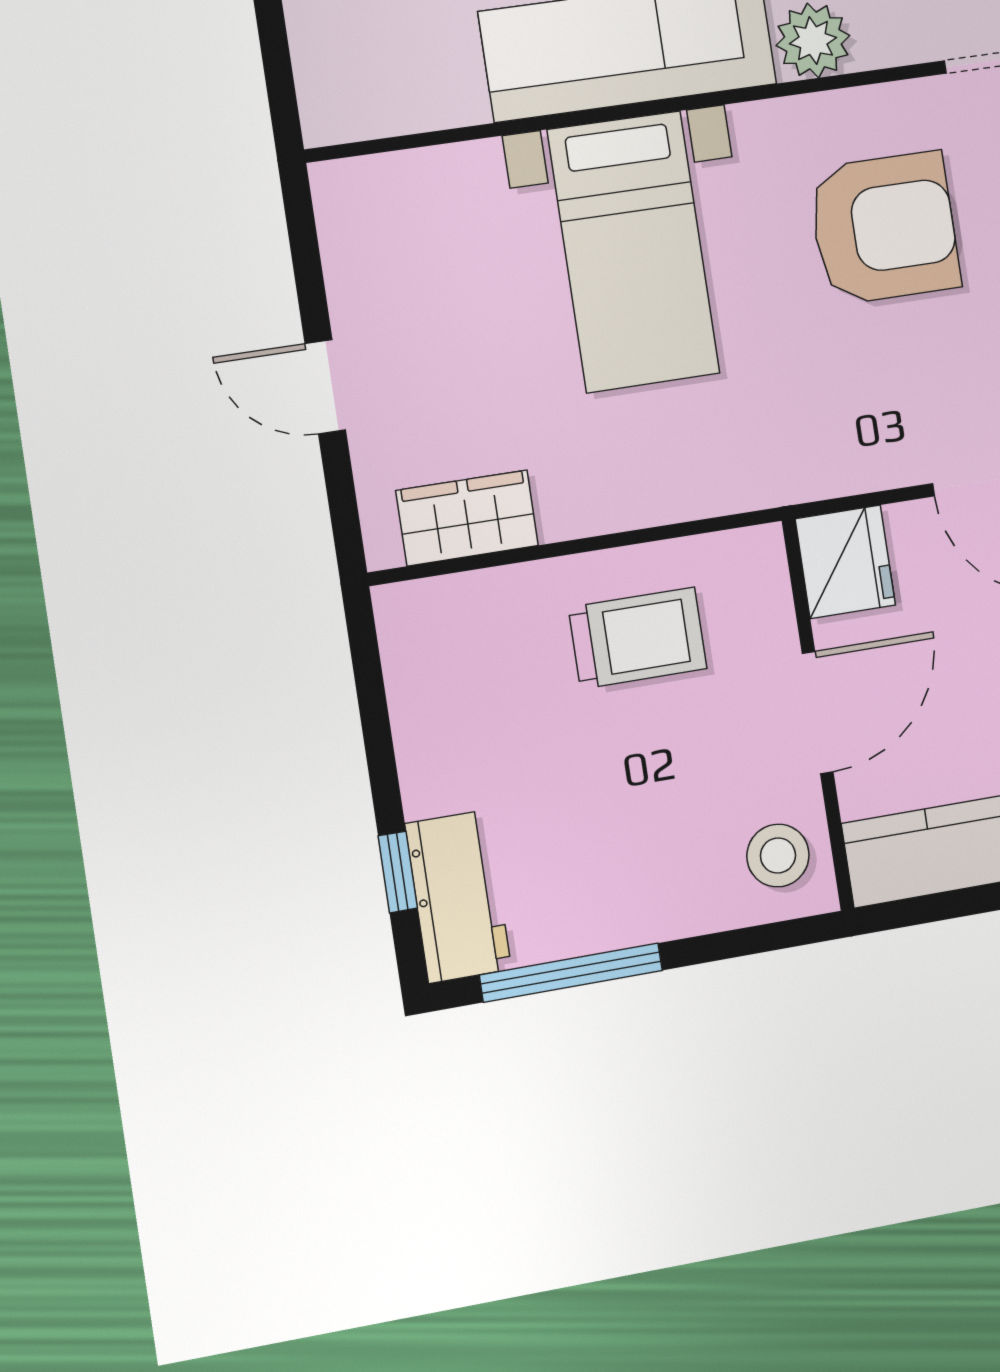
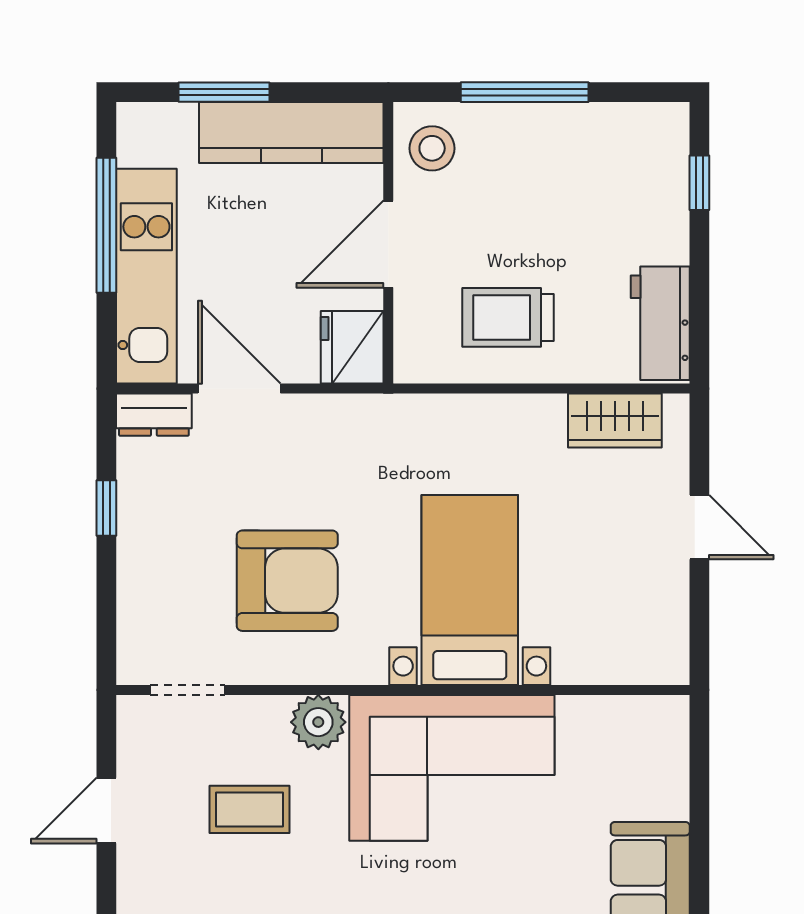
armchair: (884, 228) -> (287, 581), turned 180
workbench: (458, 896) -> (660, 323), moved
window: (571, 973) -> (525, 92), moved

